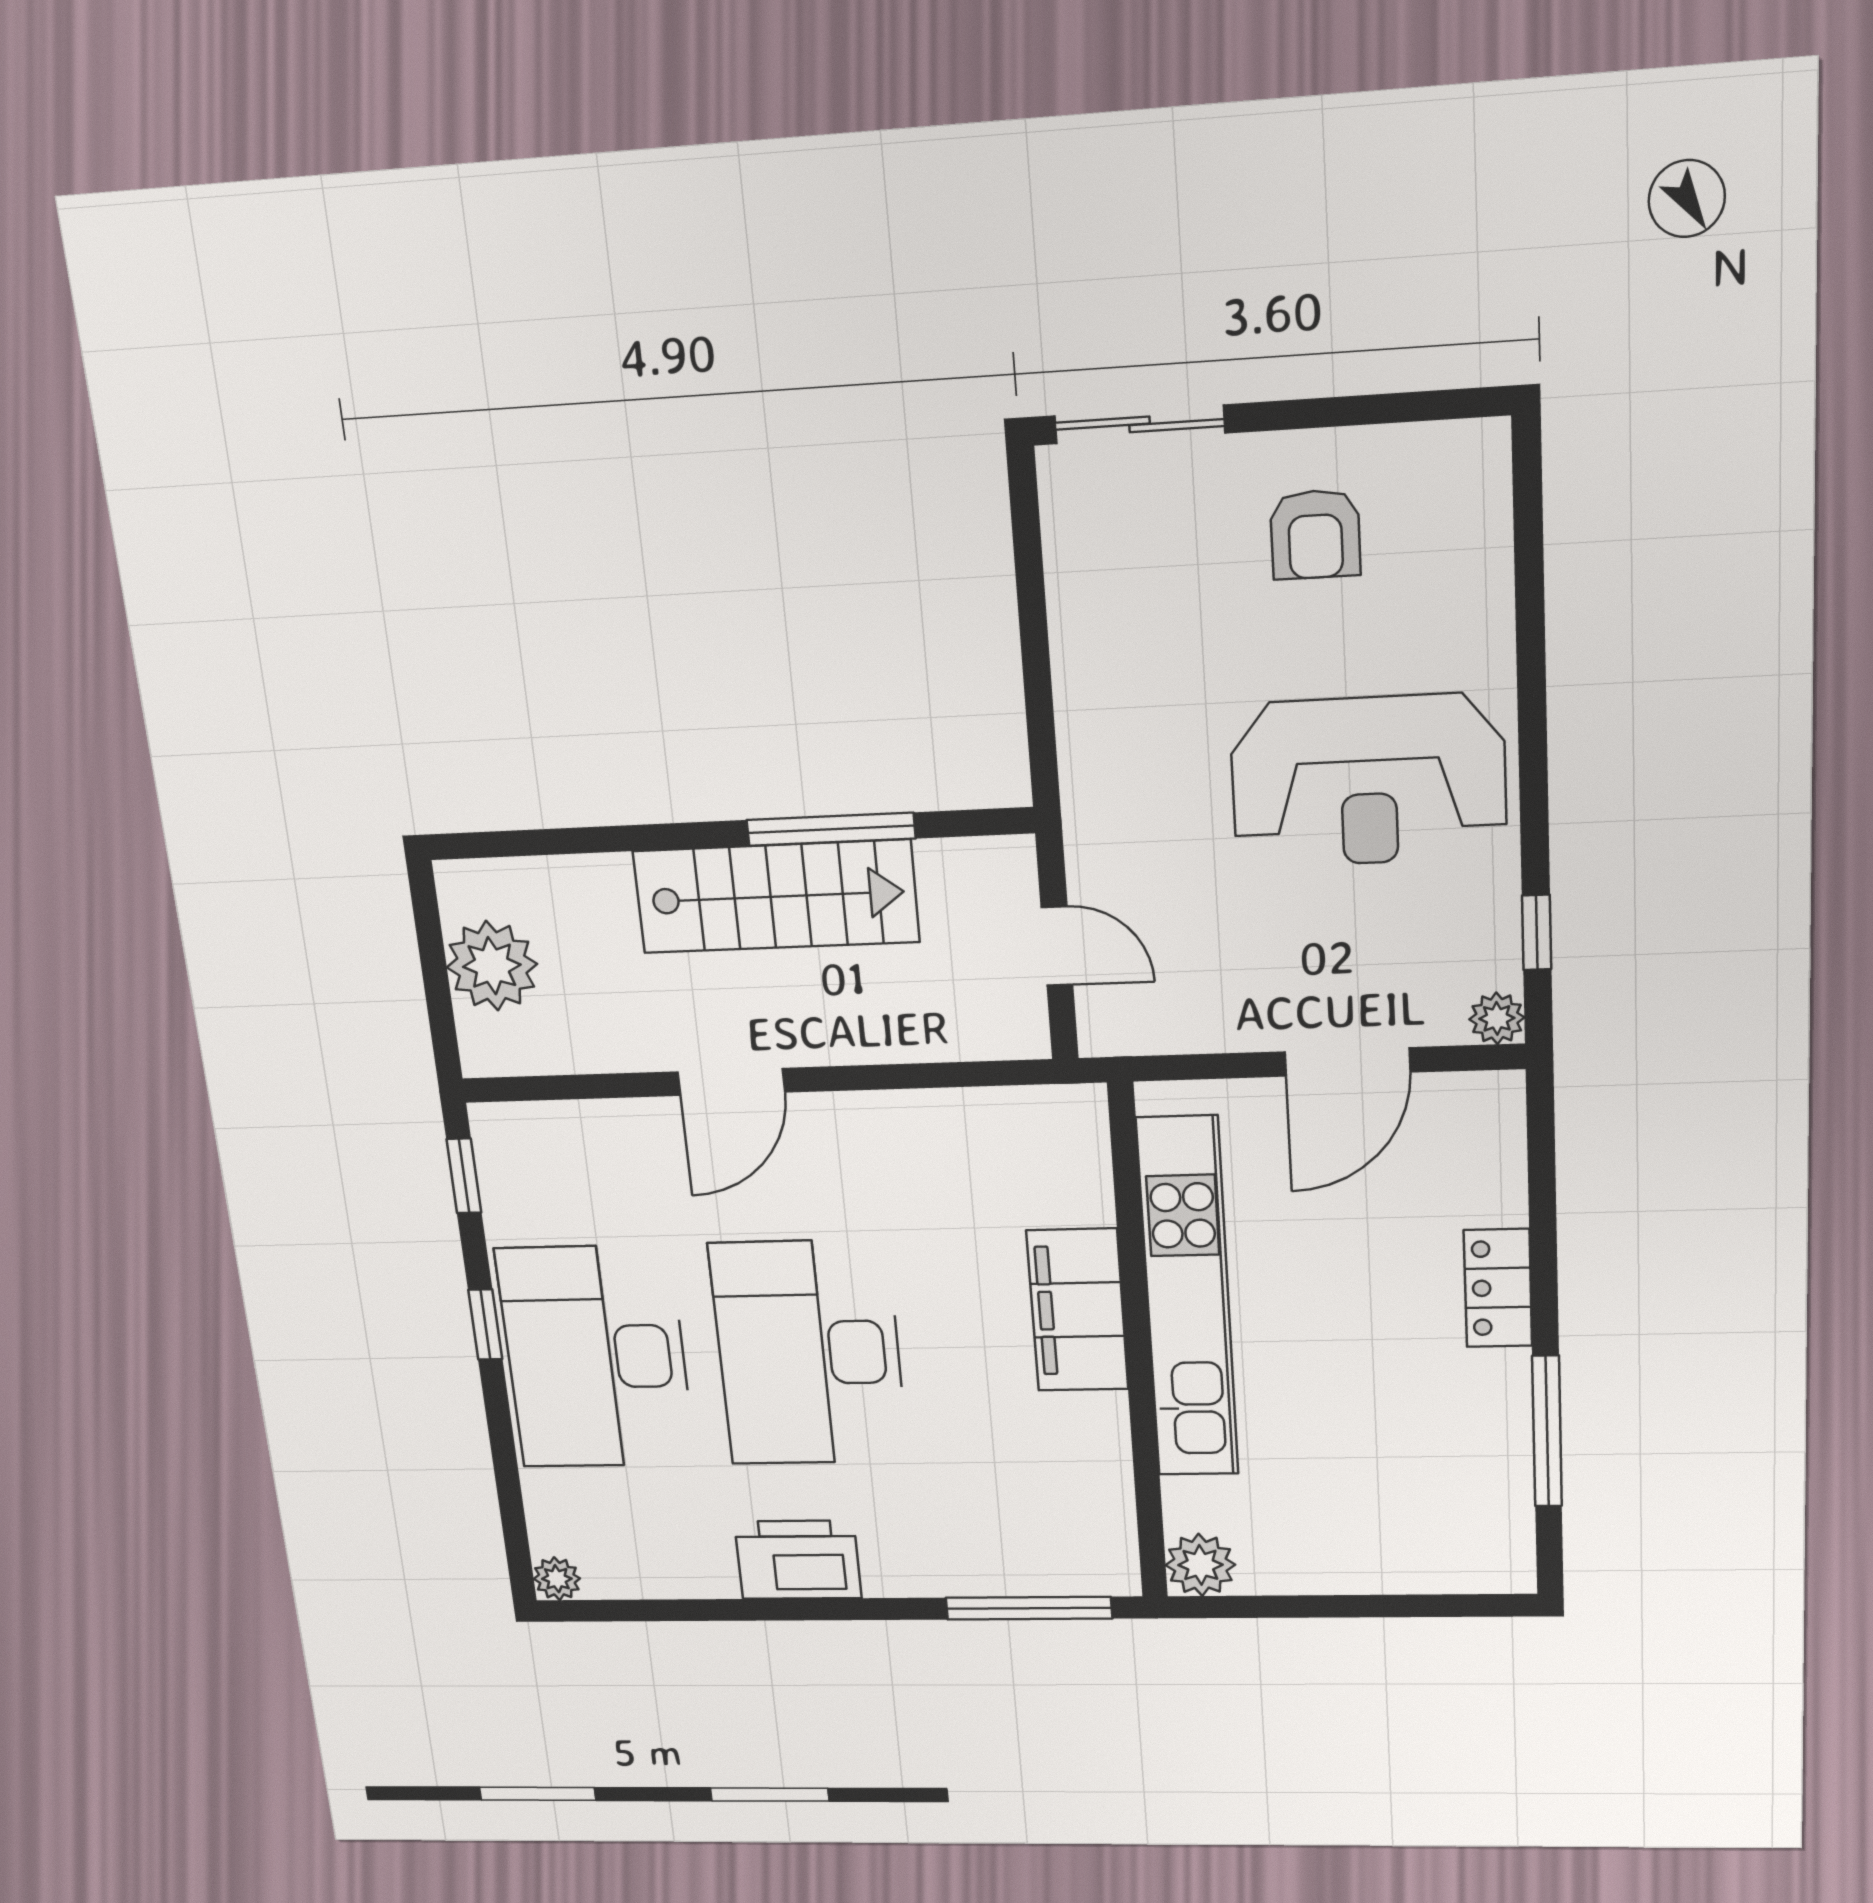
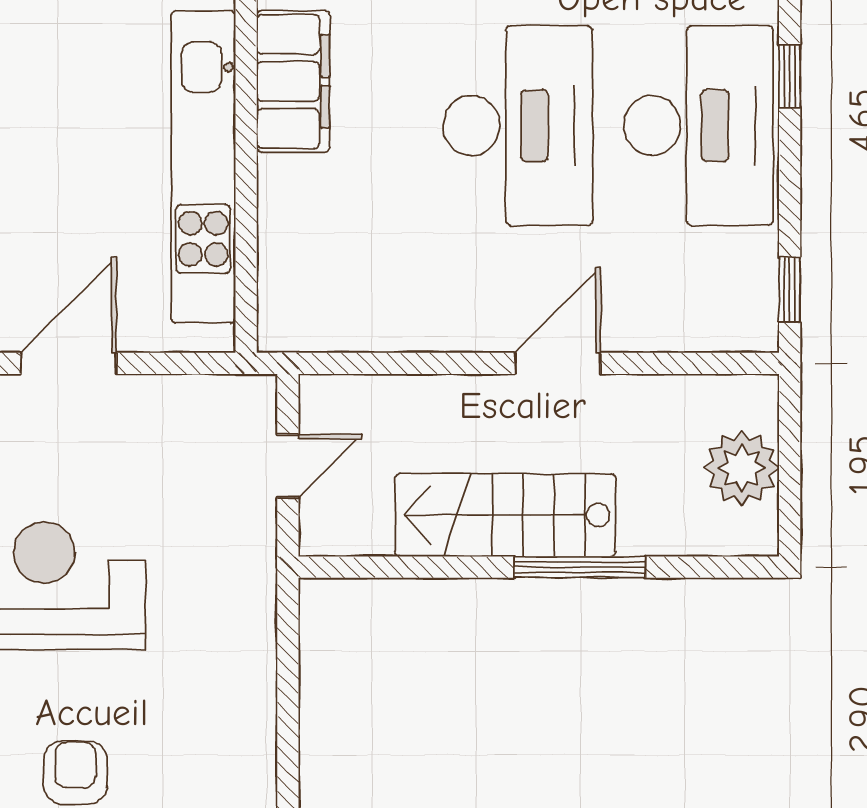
window: (831, 829) -> (580, 567), moved
door: (1057, 946) -> (288, 466), swing flipped
filing cabinet: (1077, 1310) -> (293, 81), moved
window: (485, 1325) -> (790, 76), moved

